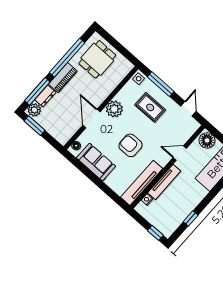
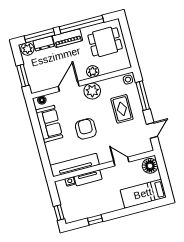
plant: (104, 92) -> (93, 71), added
window: (34, 126) -> (23, 76), moved
tv unit: (164, 182) -> (88, 178), width x0.71

